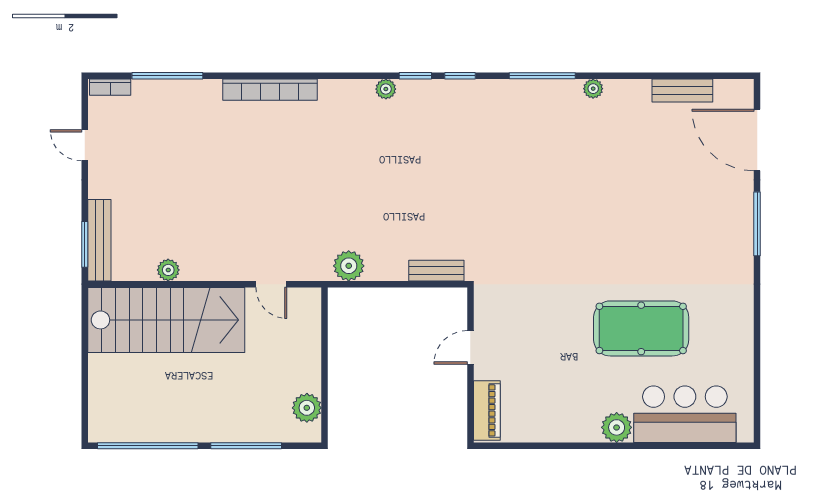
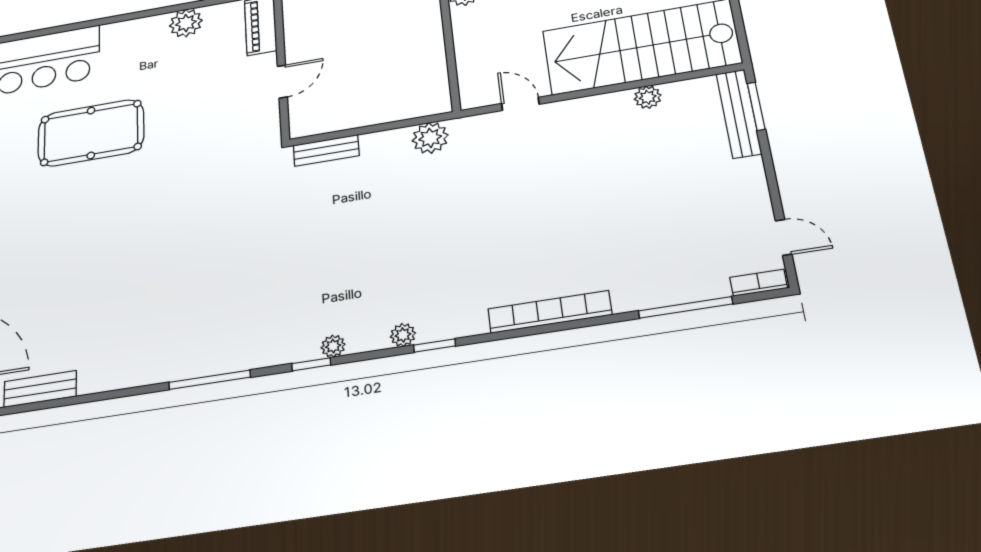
window: (415, 76) -> (434, 346), moved
plant: (593, 89) -> (333, 346), moved
door: (85, 145) -> (784, 237), moved
plant: (617, 427) -> (186, 23), moved

